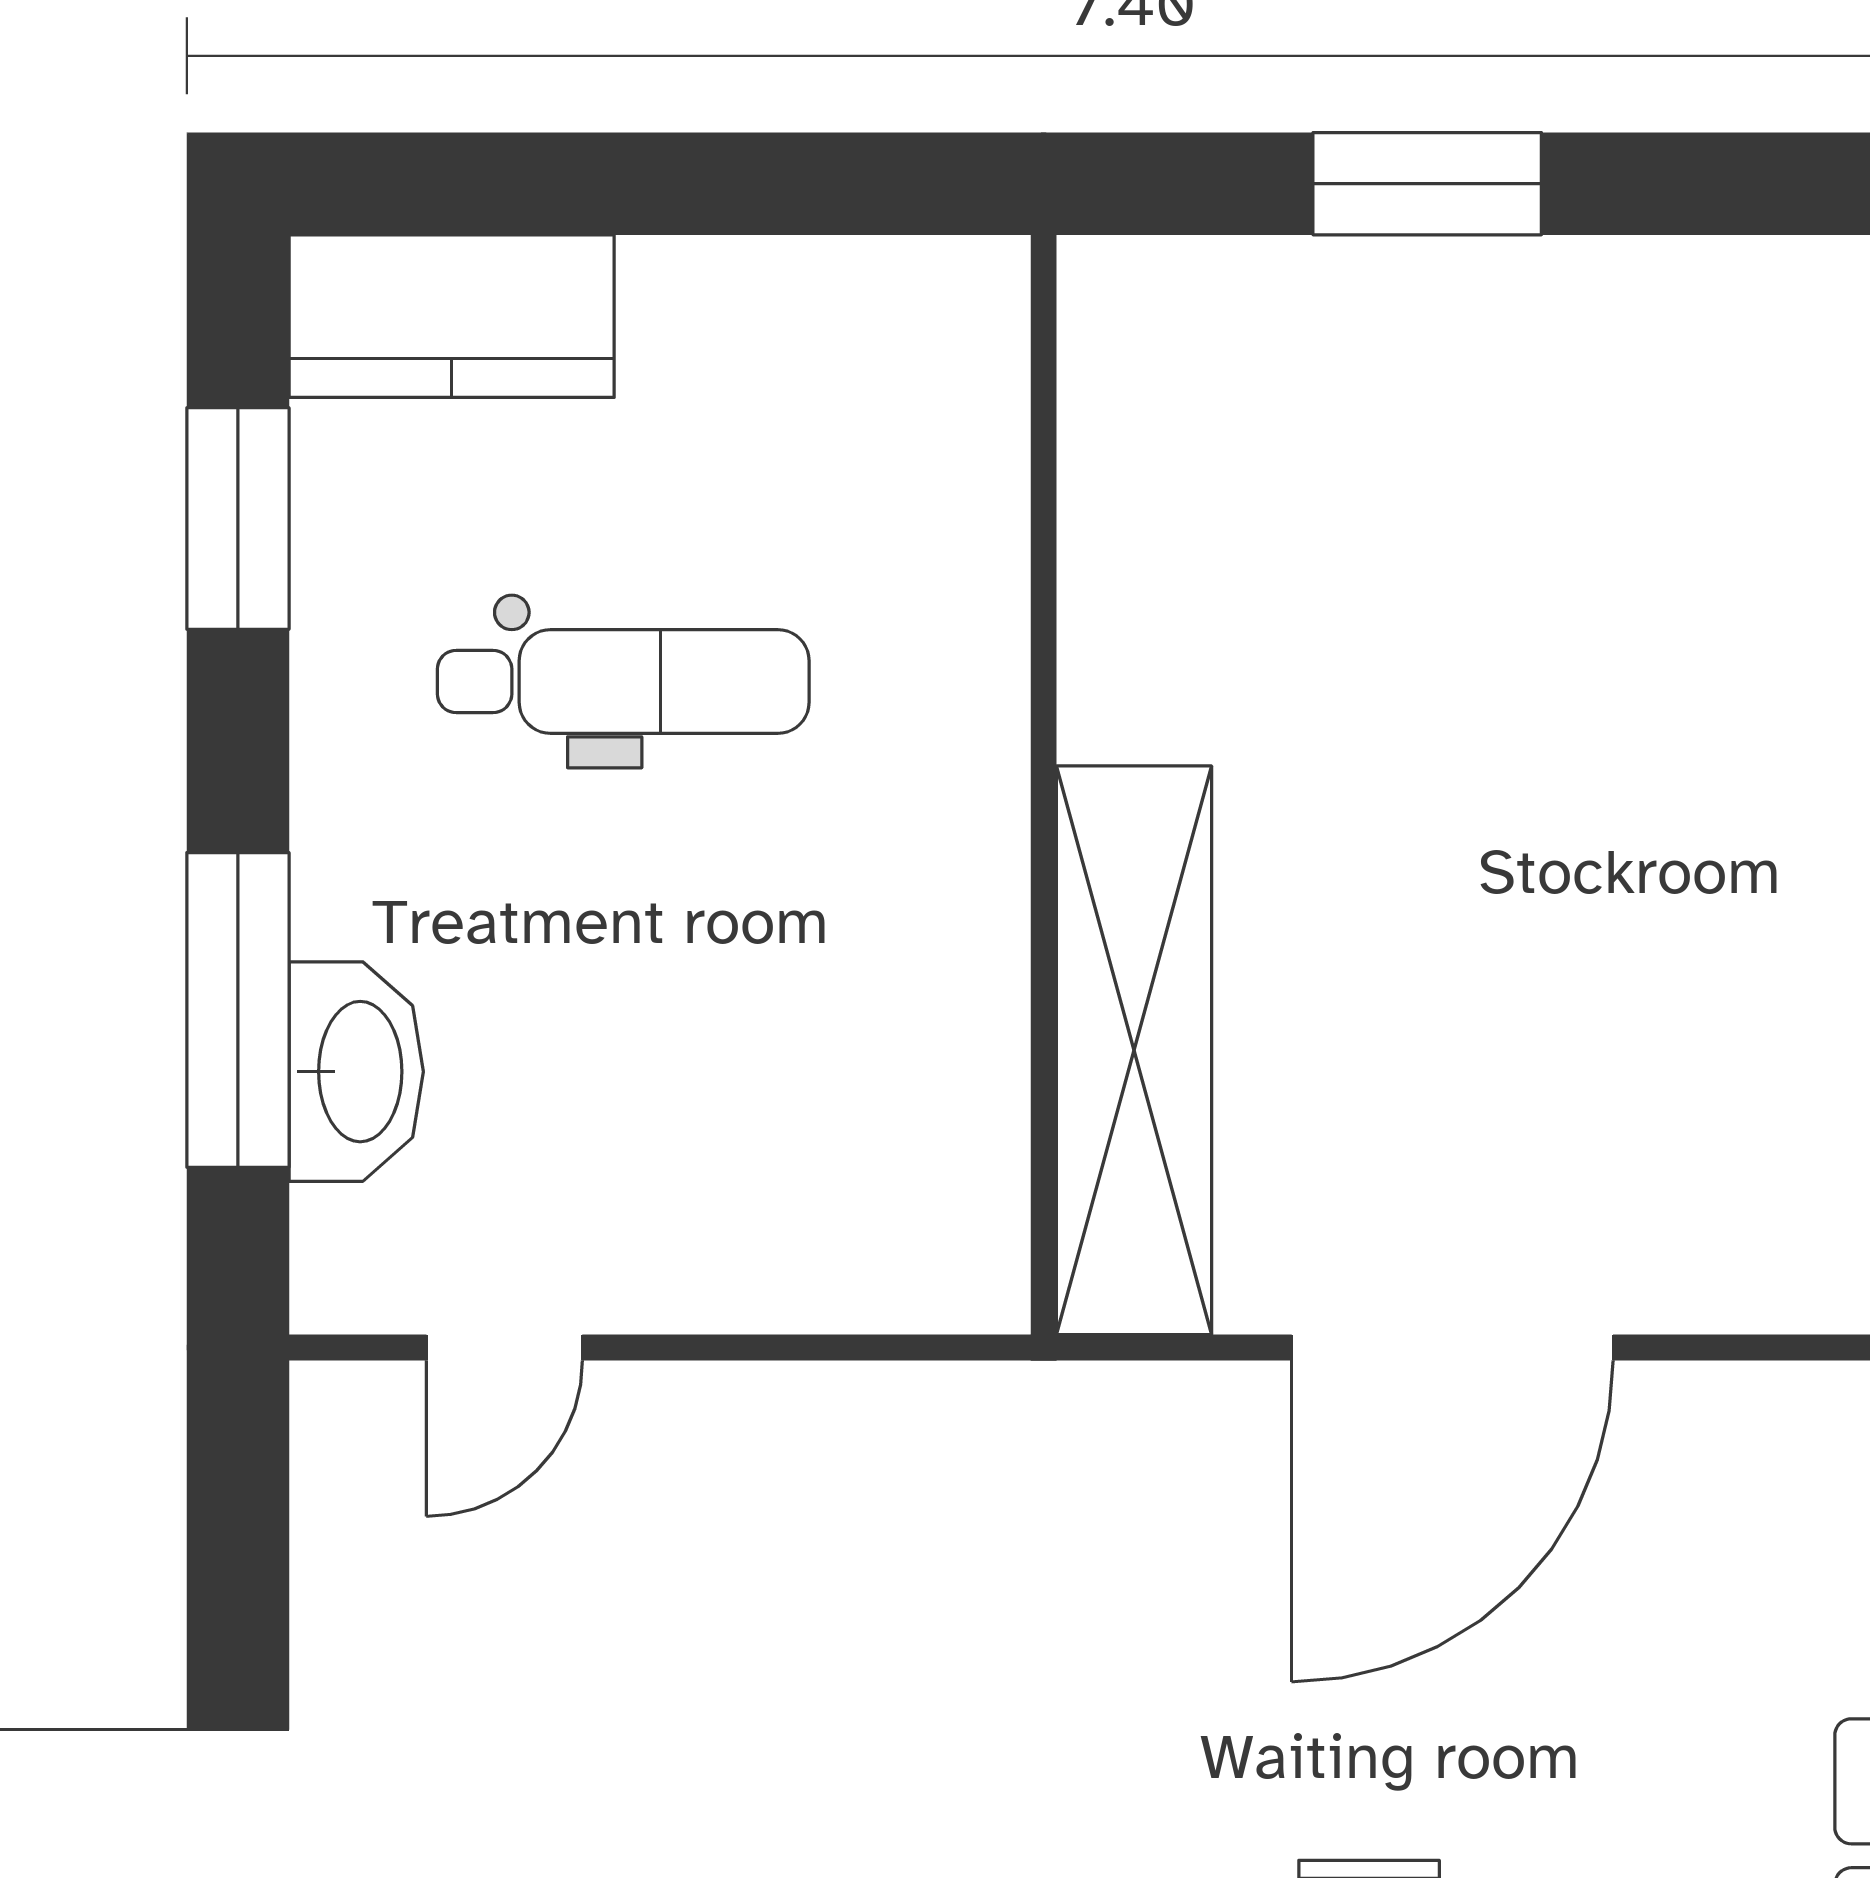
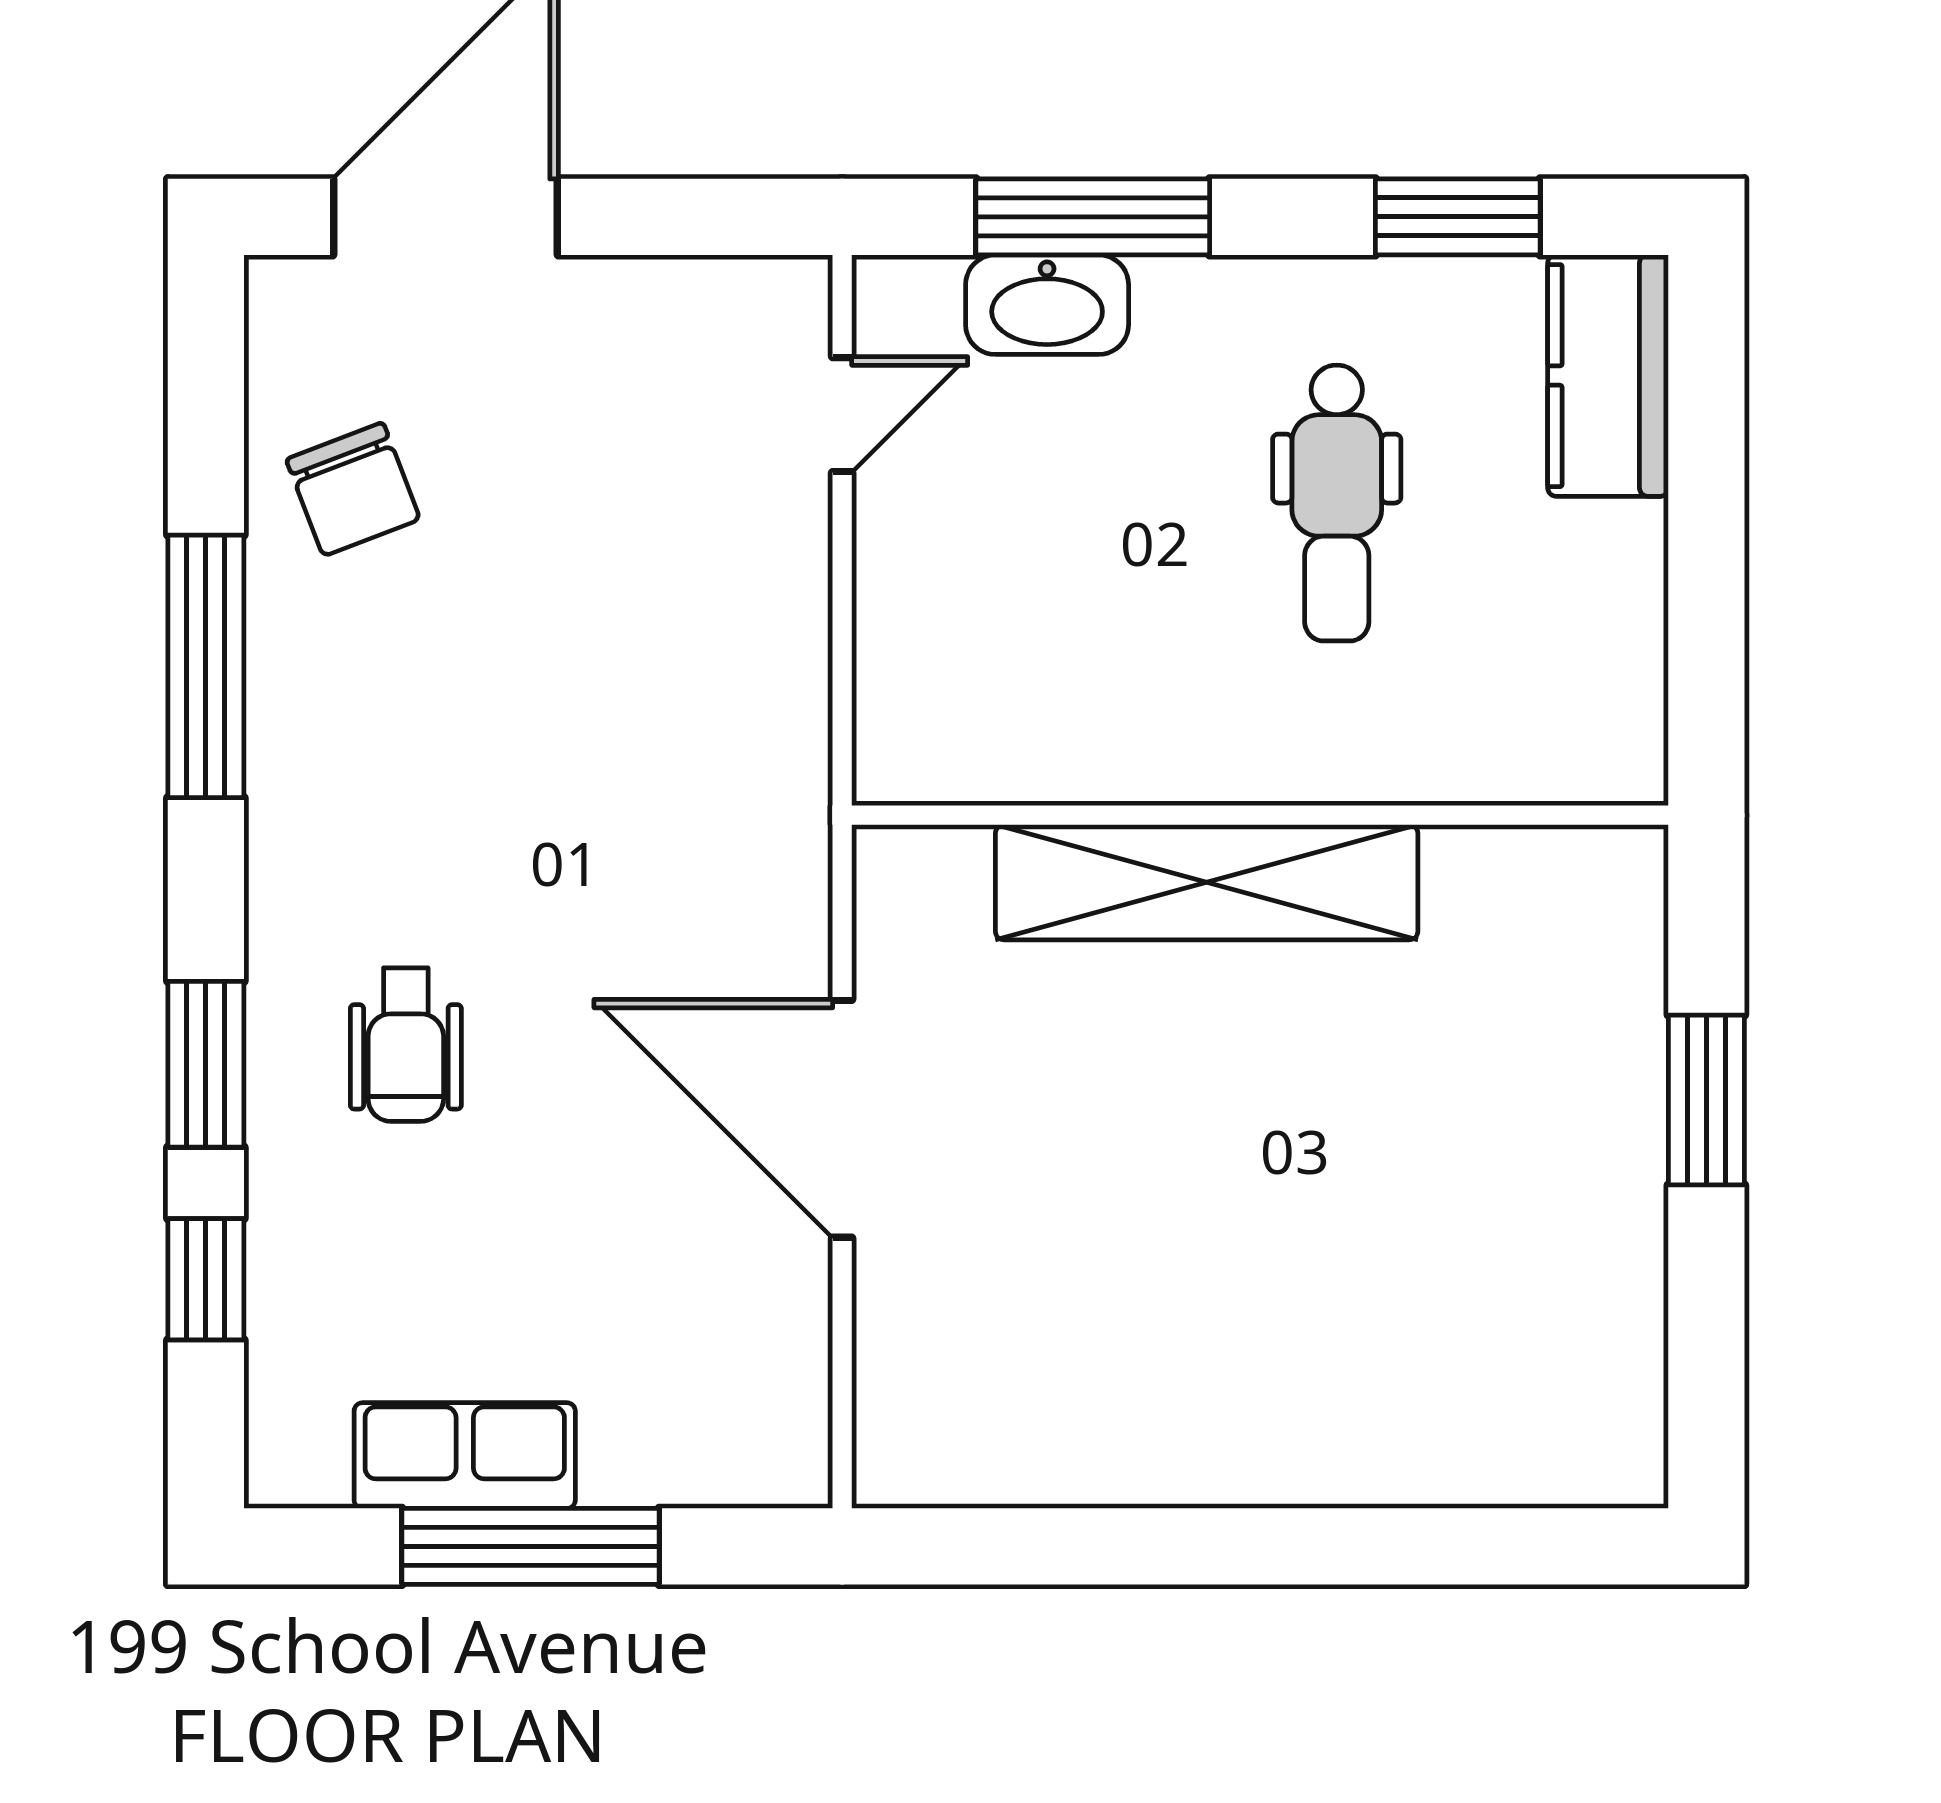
shelving: (1134, 1050) -> (1207, 882), moved
door: (504, 1347) -> (842, 415), swing flipped

